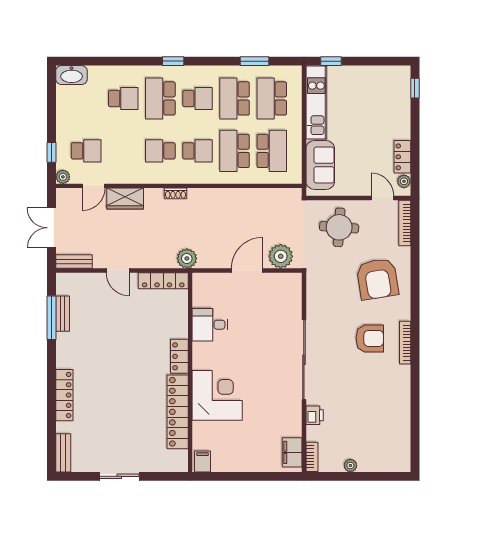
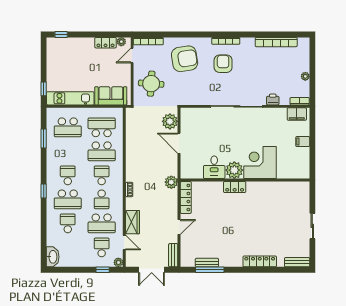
school desk: (235, 98) -> (102, 223), moved
plant: (205, 356) -> (234, 170), added
locker: (178, 412) -> (271, 188), removed
bookcase: (403, 421) -> (276, 42), added
filing cabinet: (203, 461) -> (303, 142), moved

